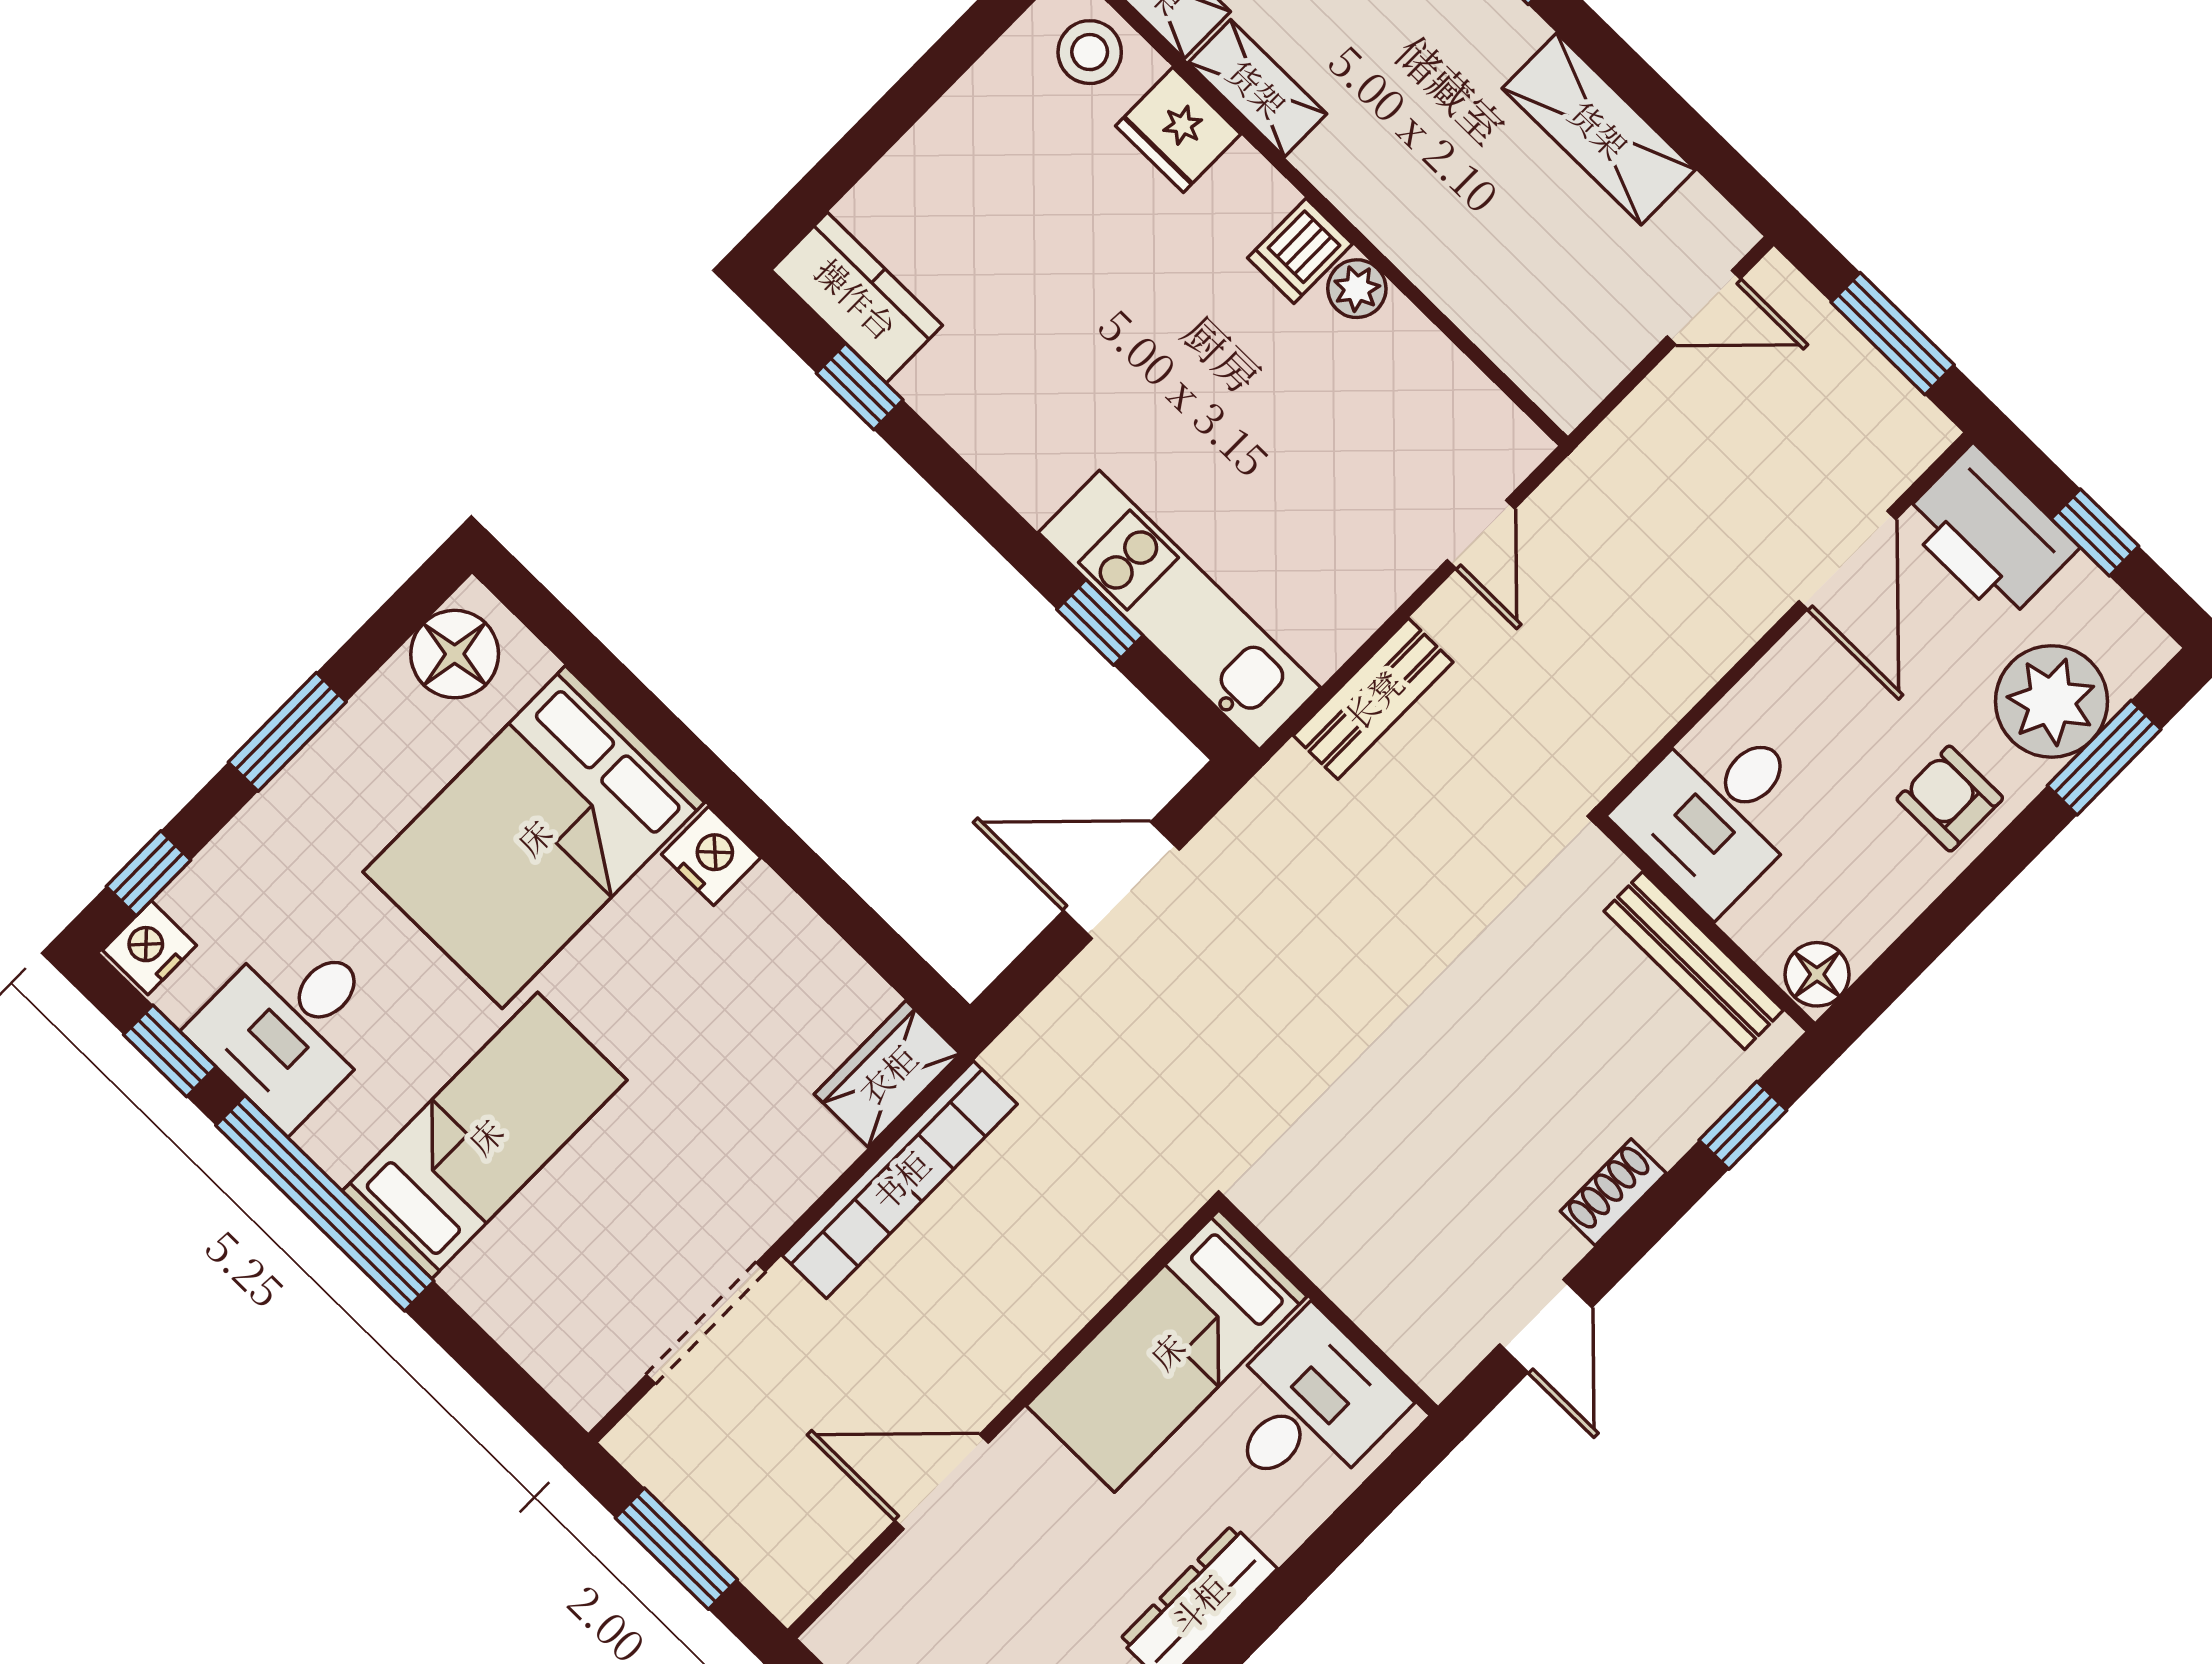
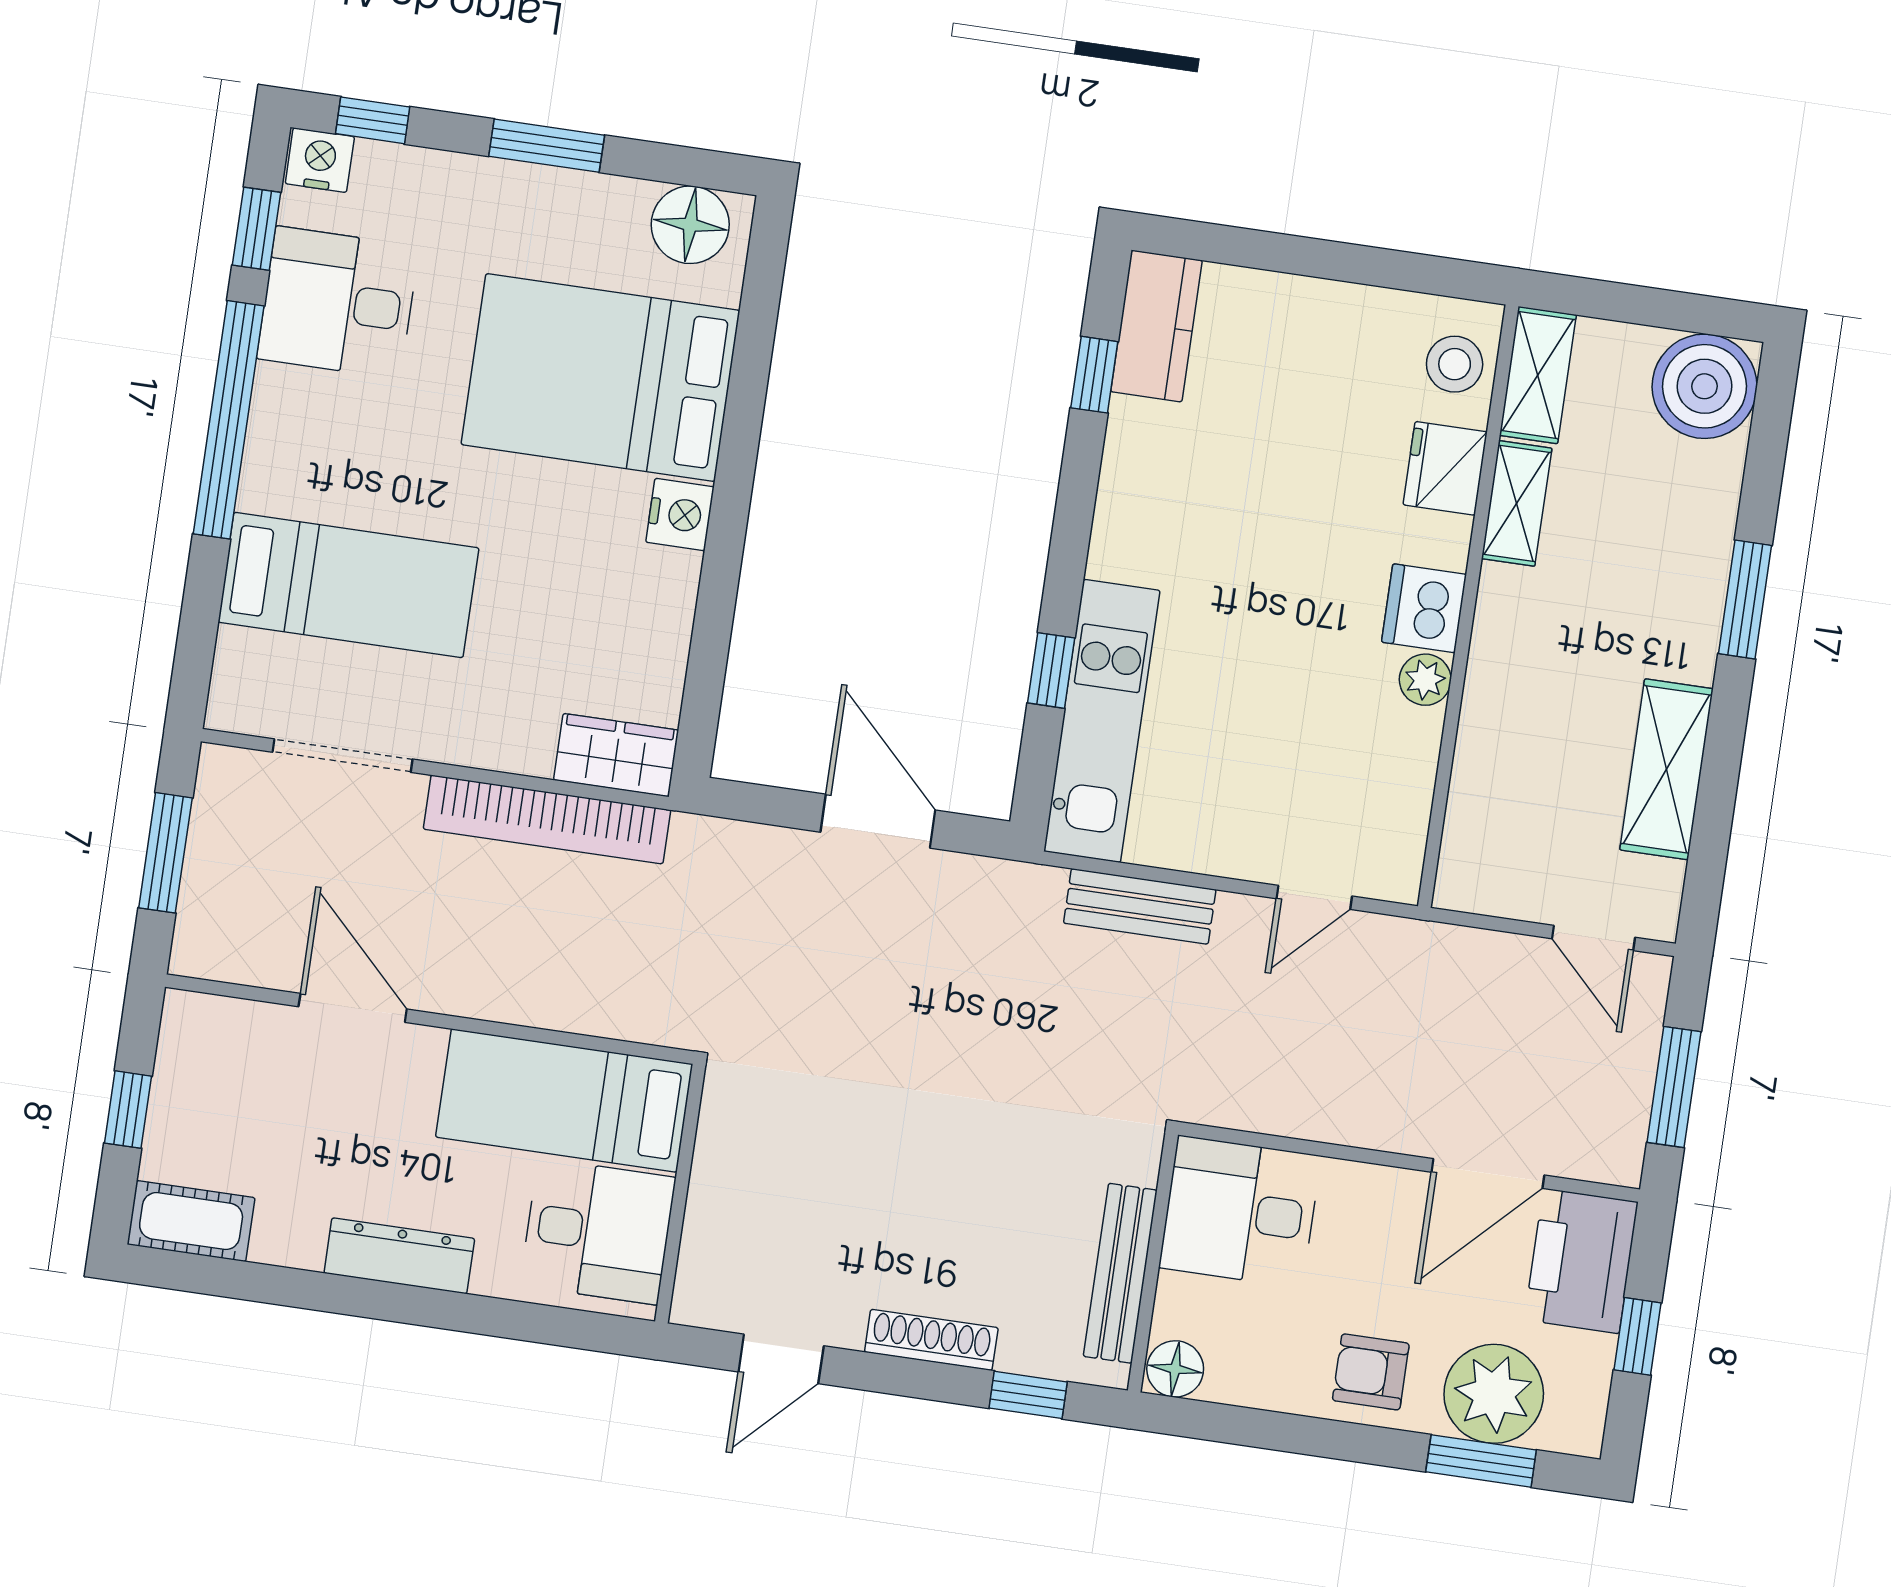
dishwasher: (1300, 251) -> (1424, 608), width x1.38
armchair: (1950, 799) -> (1371, 1372), turned -90
bed: (485, 1136) -> (348, 585), moved
shoe rack: (1613, 1192) -> (931, 1340), width x1.43

